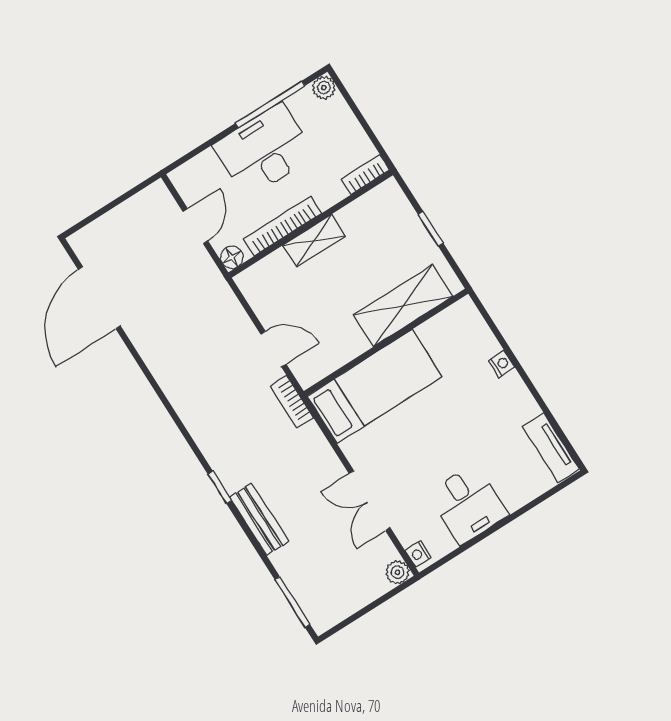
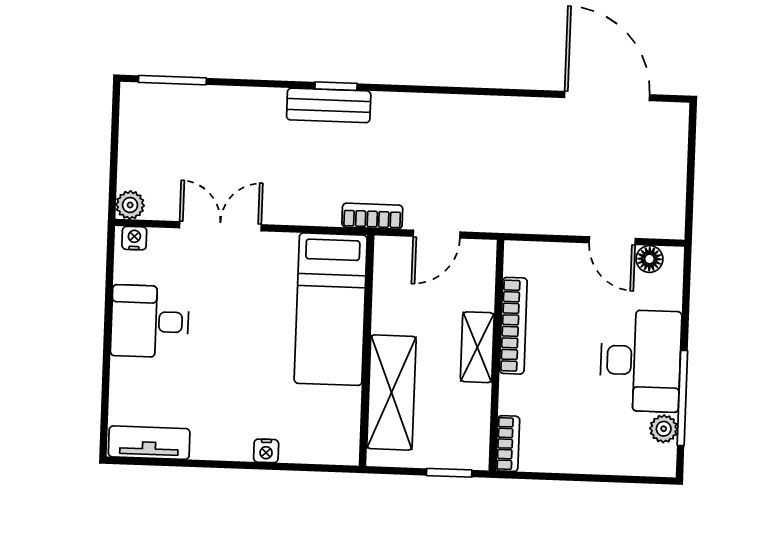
plant: (324, 88) -> (664, 429), moved
bookcase: (366, 175) -> (508, 444), moved
wall: (311, 224) -> (496, 355), moved
bookcase: (282, 226) -> (513, 326), moved
shelving: (314, 241) -> (477, 347), moved
floor lamp: (232, 257) -> (649, 259), moved
bench: (259, 519) -> (329, 105), moved

